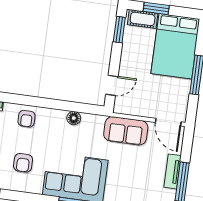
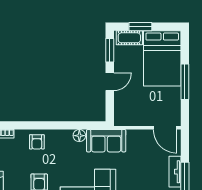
door: (112, 85) -> (110, 82), moved
sofa: (126, 131) -> (106, 141), moved

